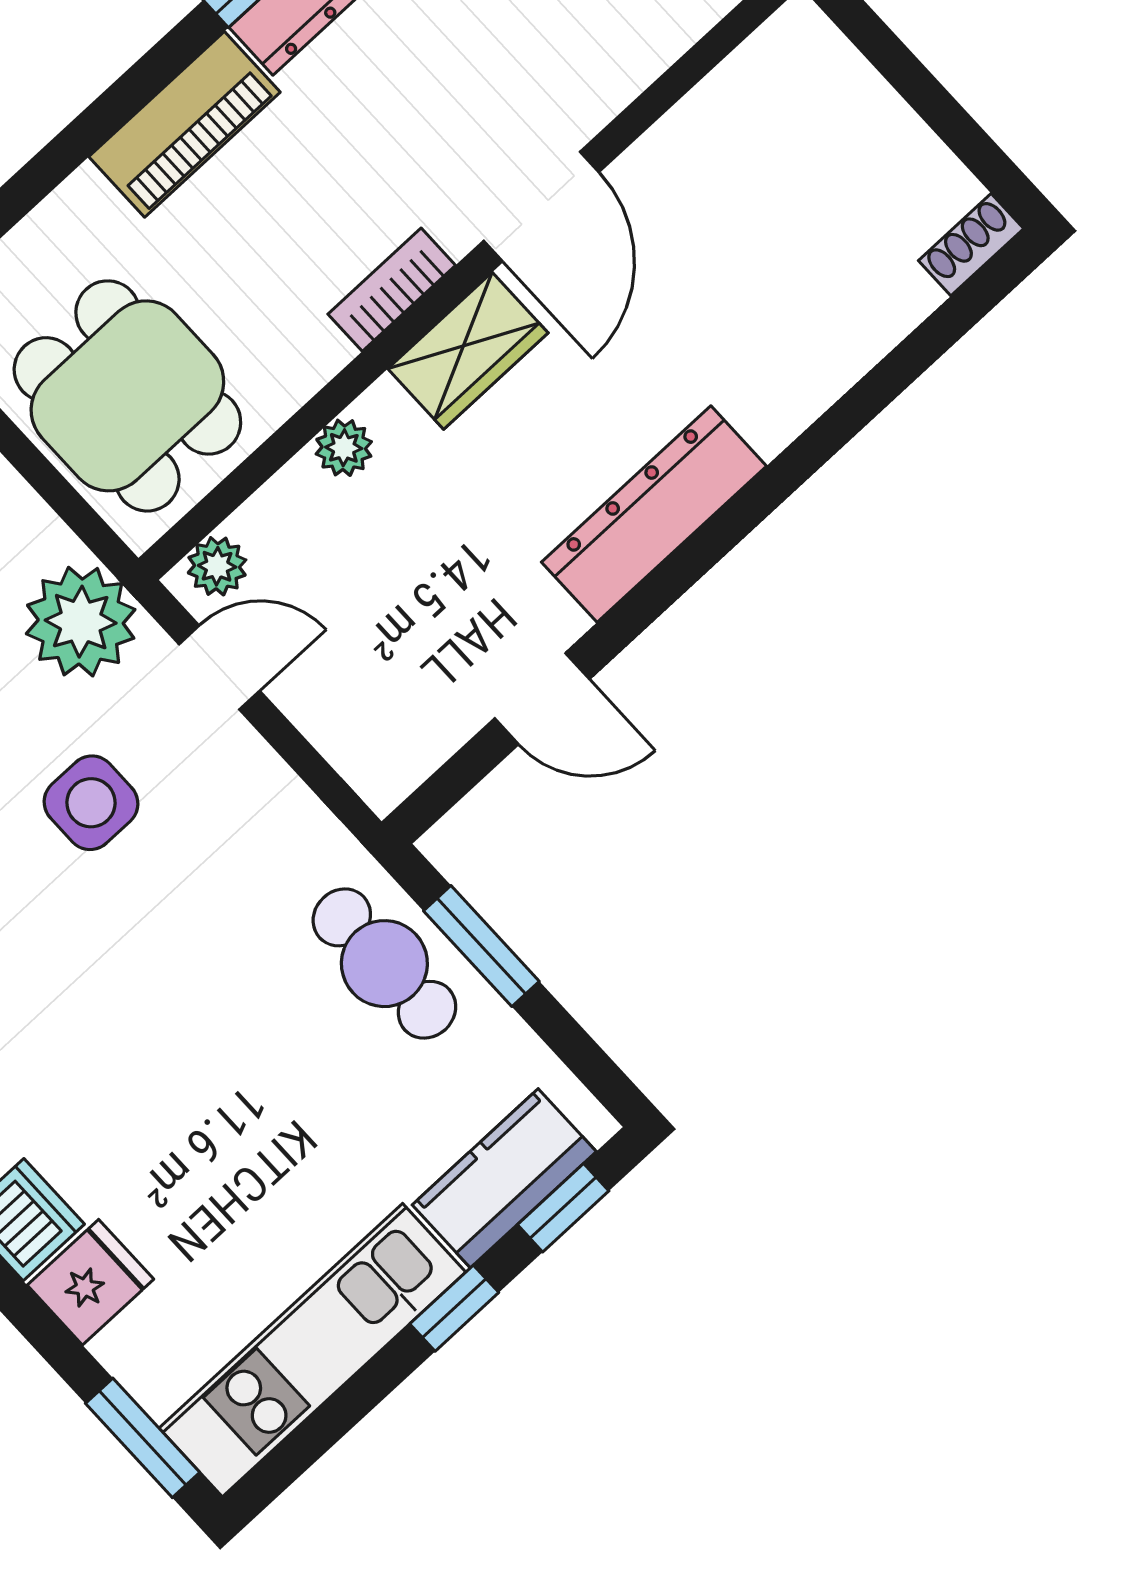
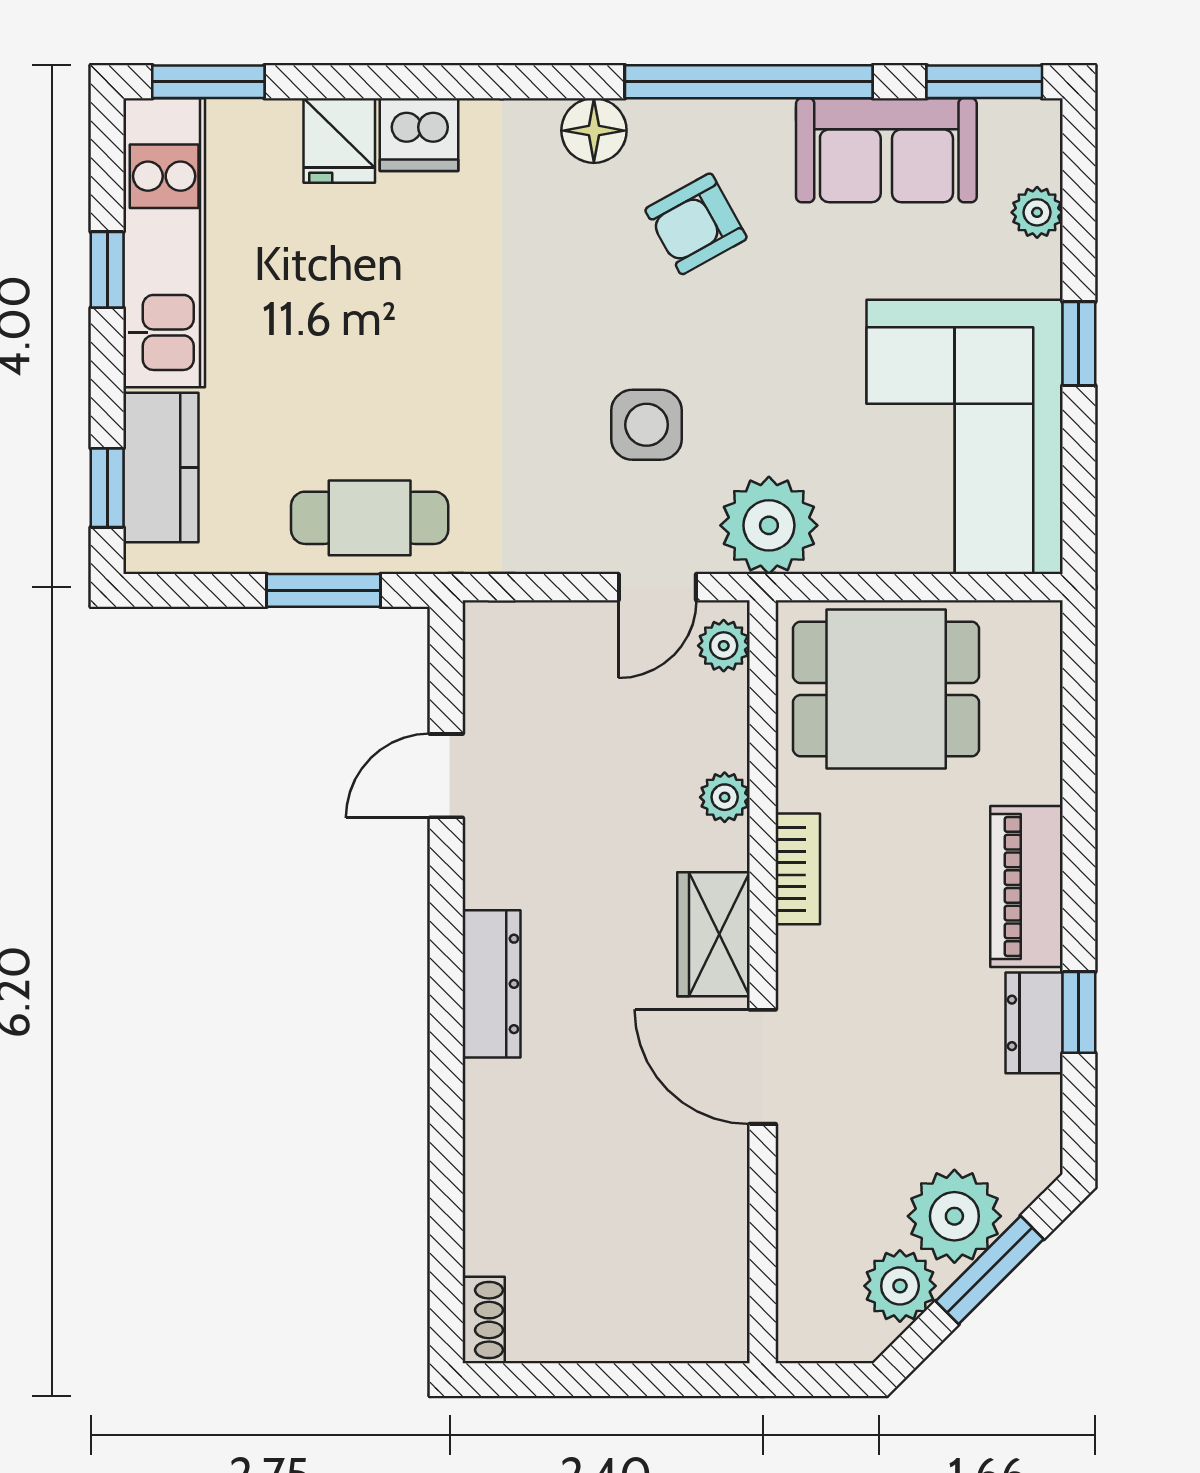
bookcase: (392, 290) -> (798, 869), moved
dresser: (654, 514) -> (491, 984), width x0.73, depth x0.80
window: (454, 1308) -> (107, 270), moved

